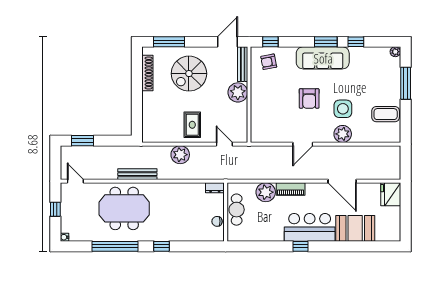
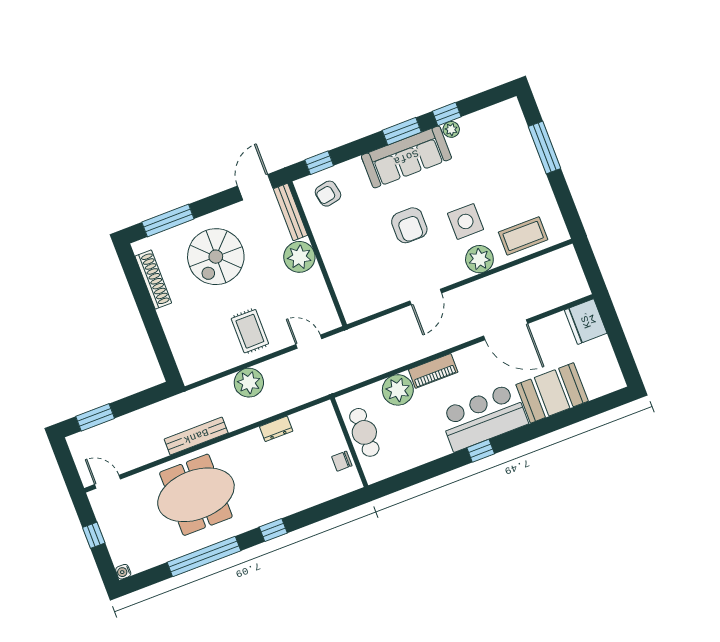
plant: (395, 52) -> (451, 129), moved
coffee table: (386, 114) -> (523, 236), moved
dresser: (215, 188) -> (276, 429), moved

